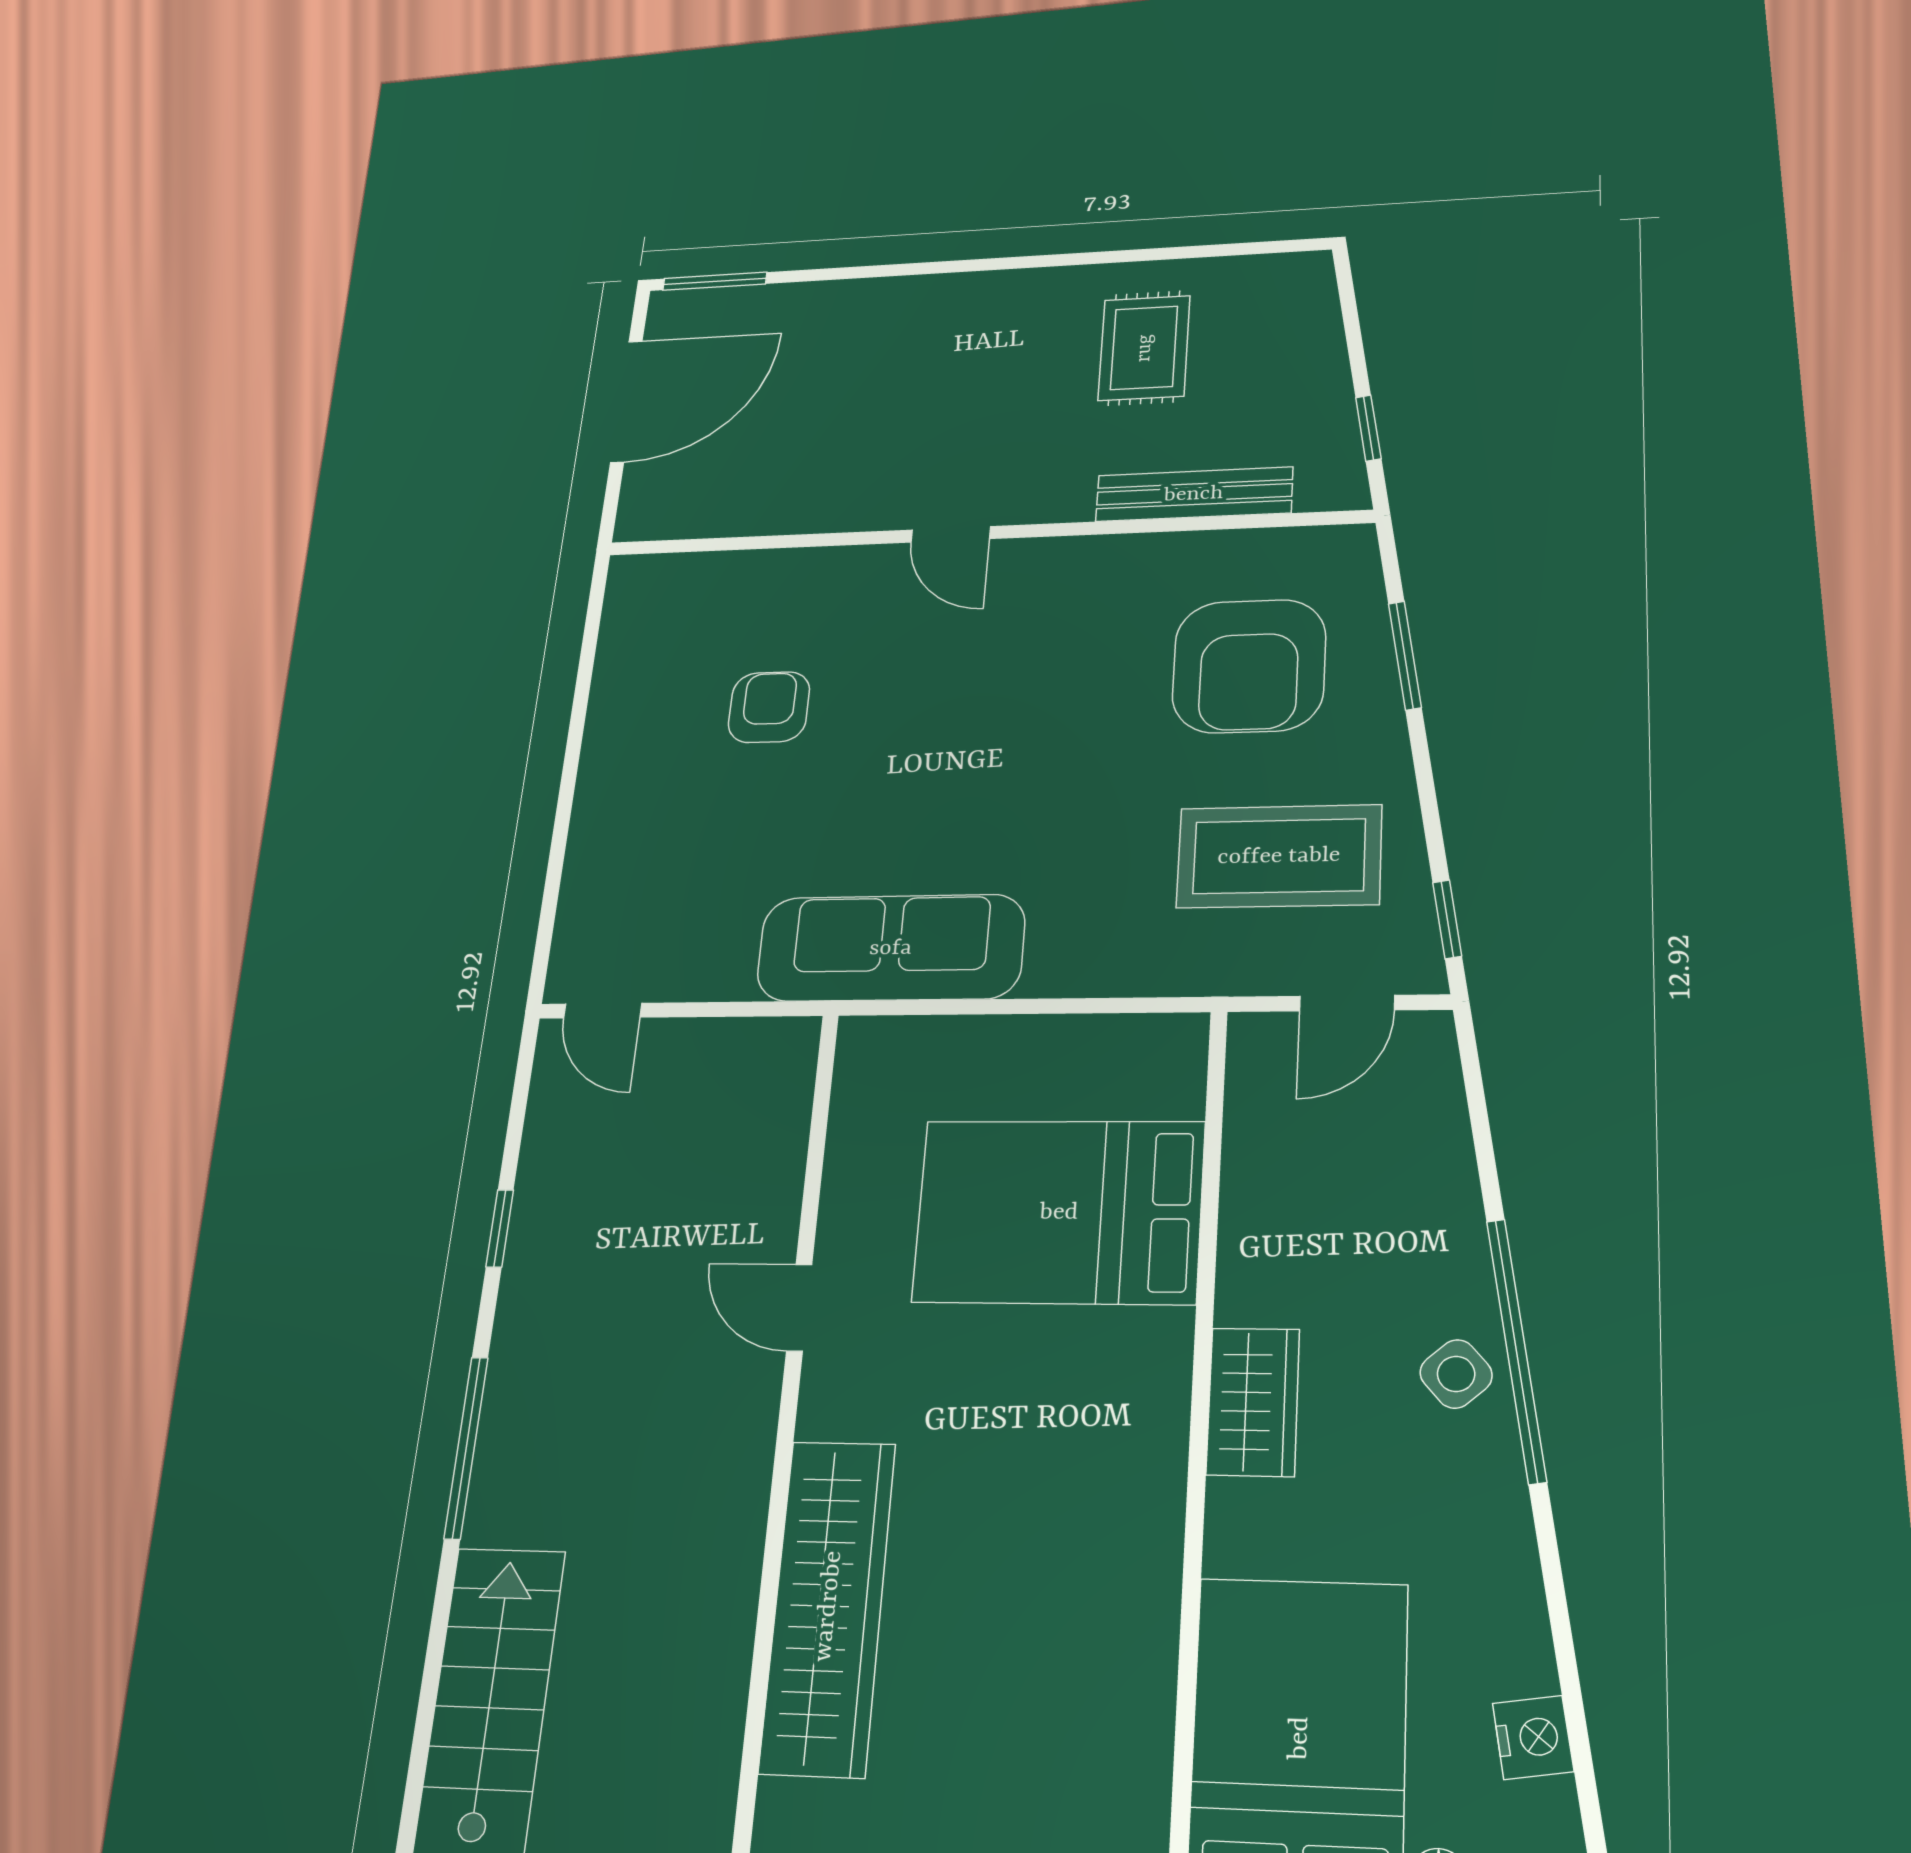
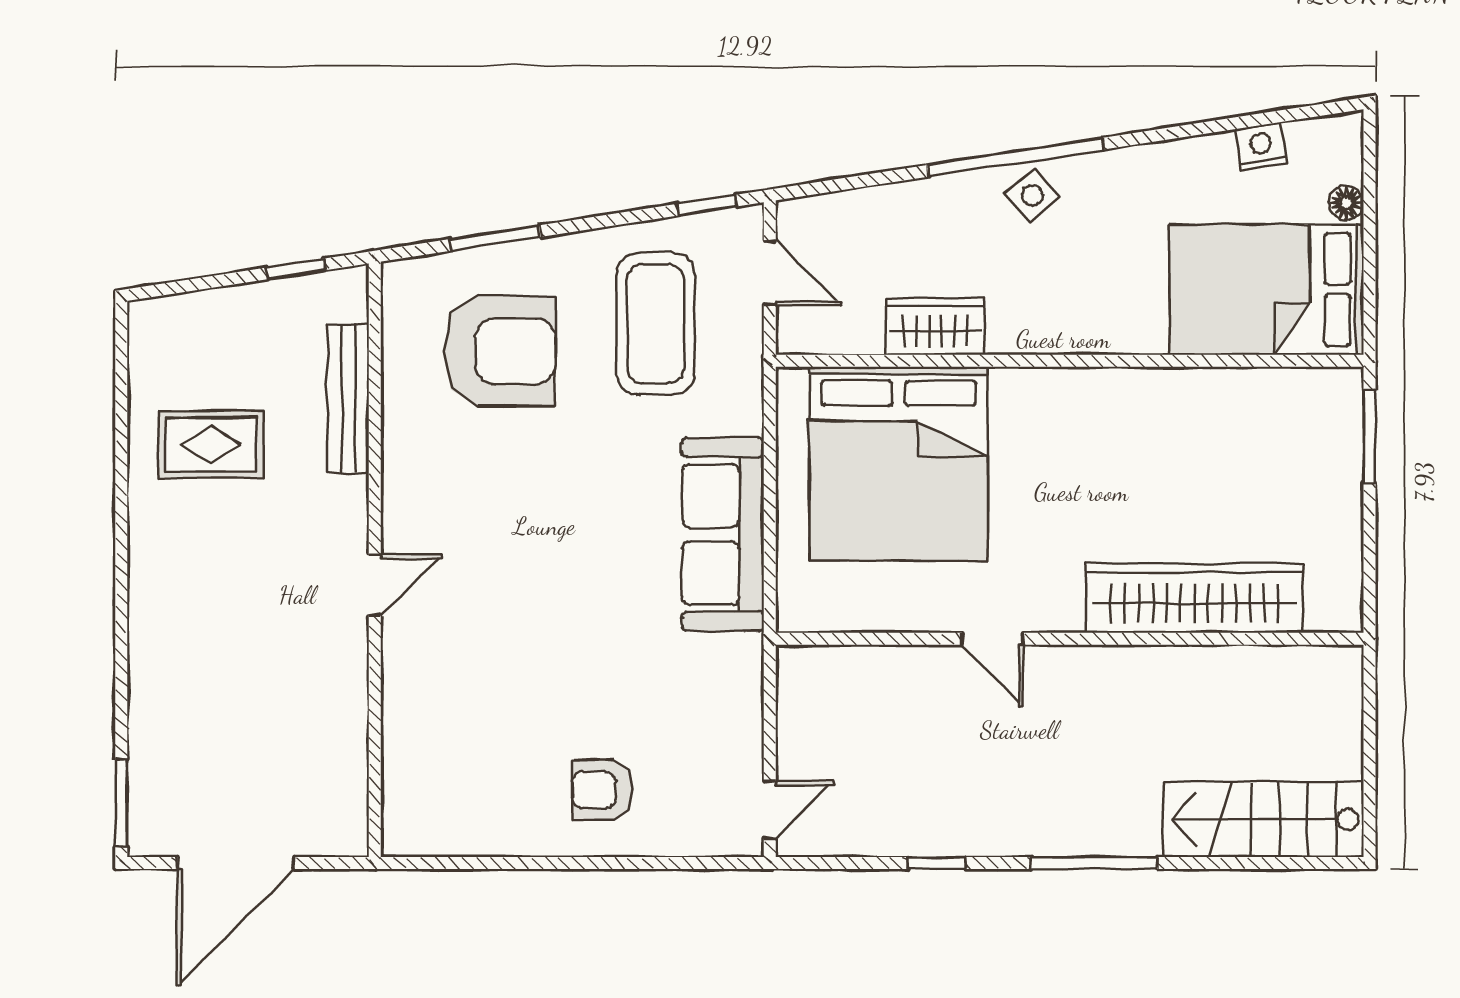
door: (626, 401) -> (235, 863), swing flipped
armchair: (769, 707) -> (602, 790), moved
sofa: (891, 948) -> (723, 534), moved
bed: (1059, 1212) -> (899, 464), width x1.36
door: (799, 1308) -> (992, 639), hinge flipped
wardrobe: (1253, 1402) -> (936, 326), moved

